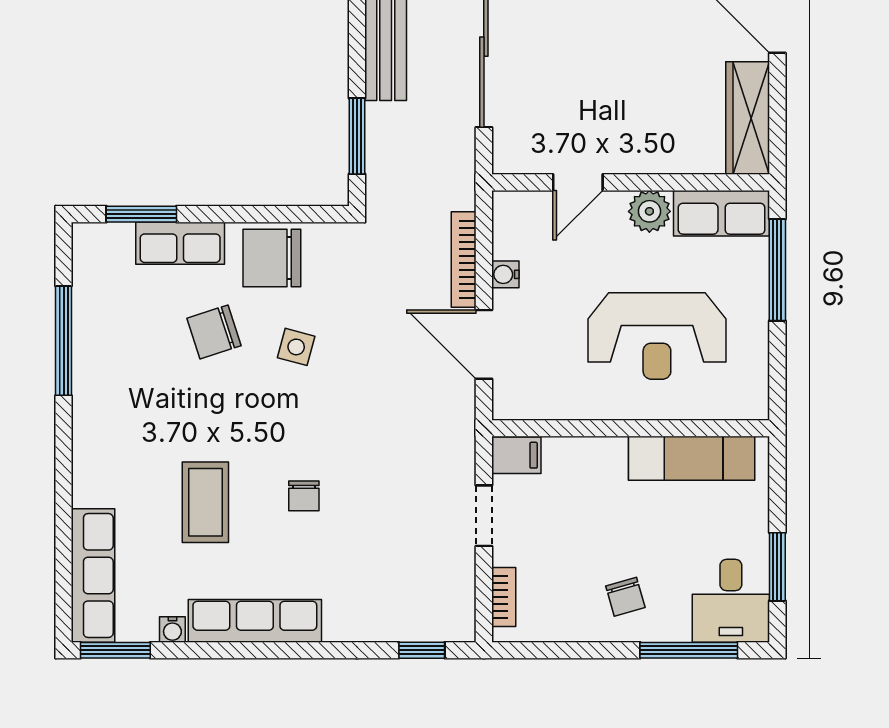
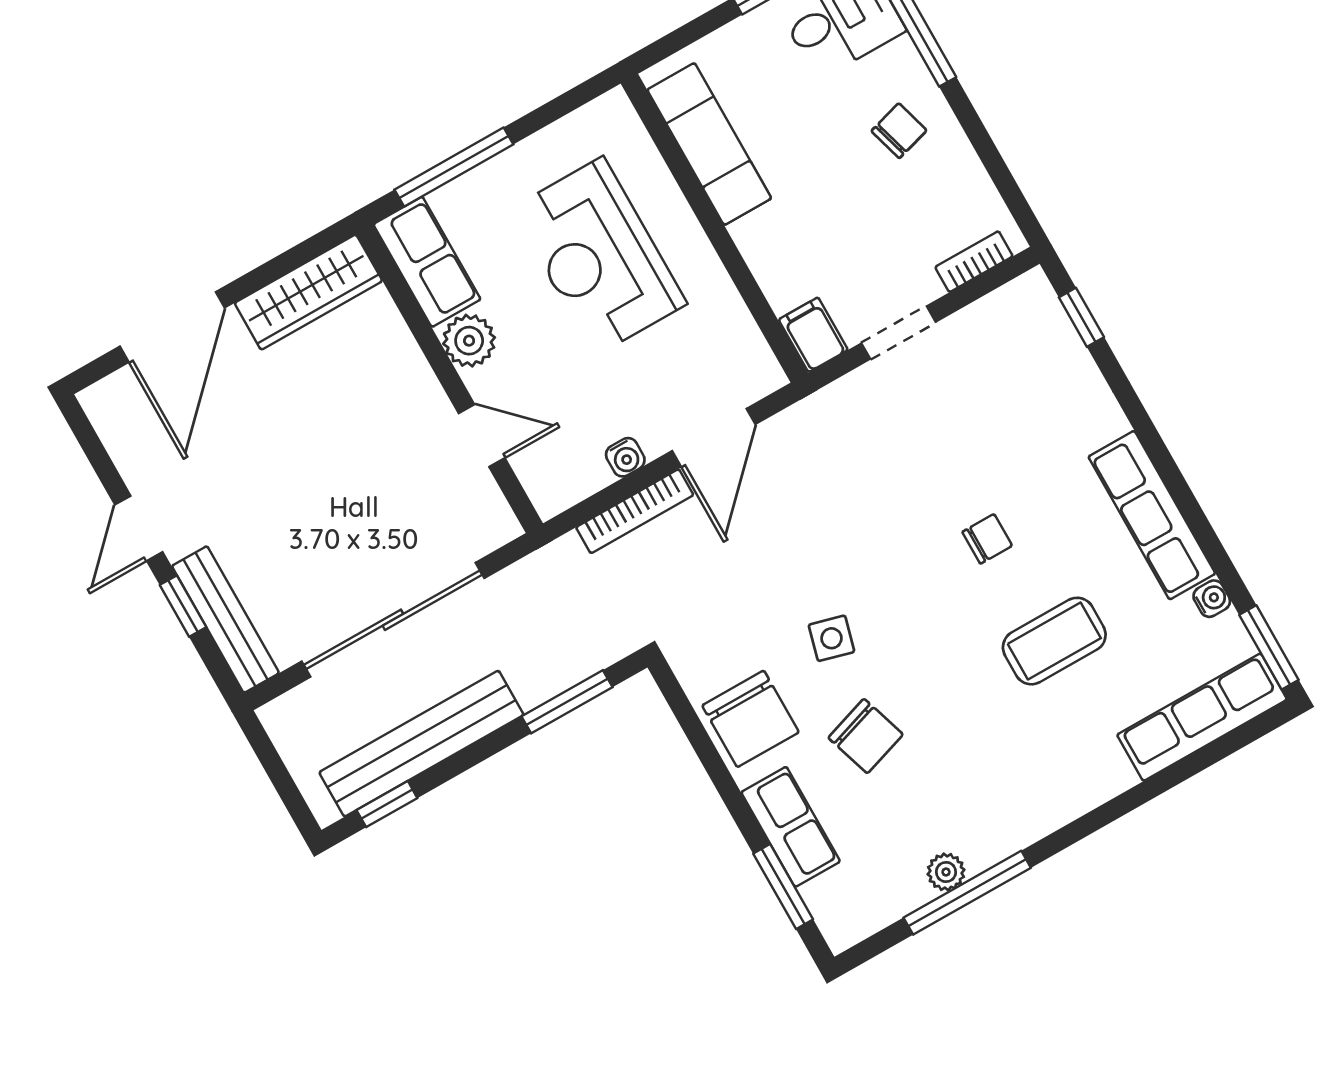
plant: (87, 334) -> (946, 872), added
reception desk: (657, 336) -> (599, 256), turned 180

